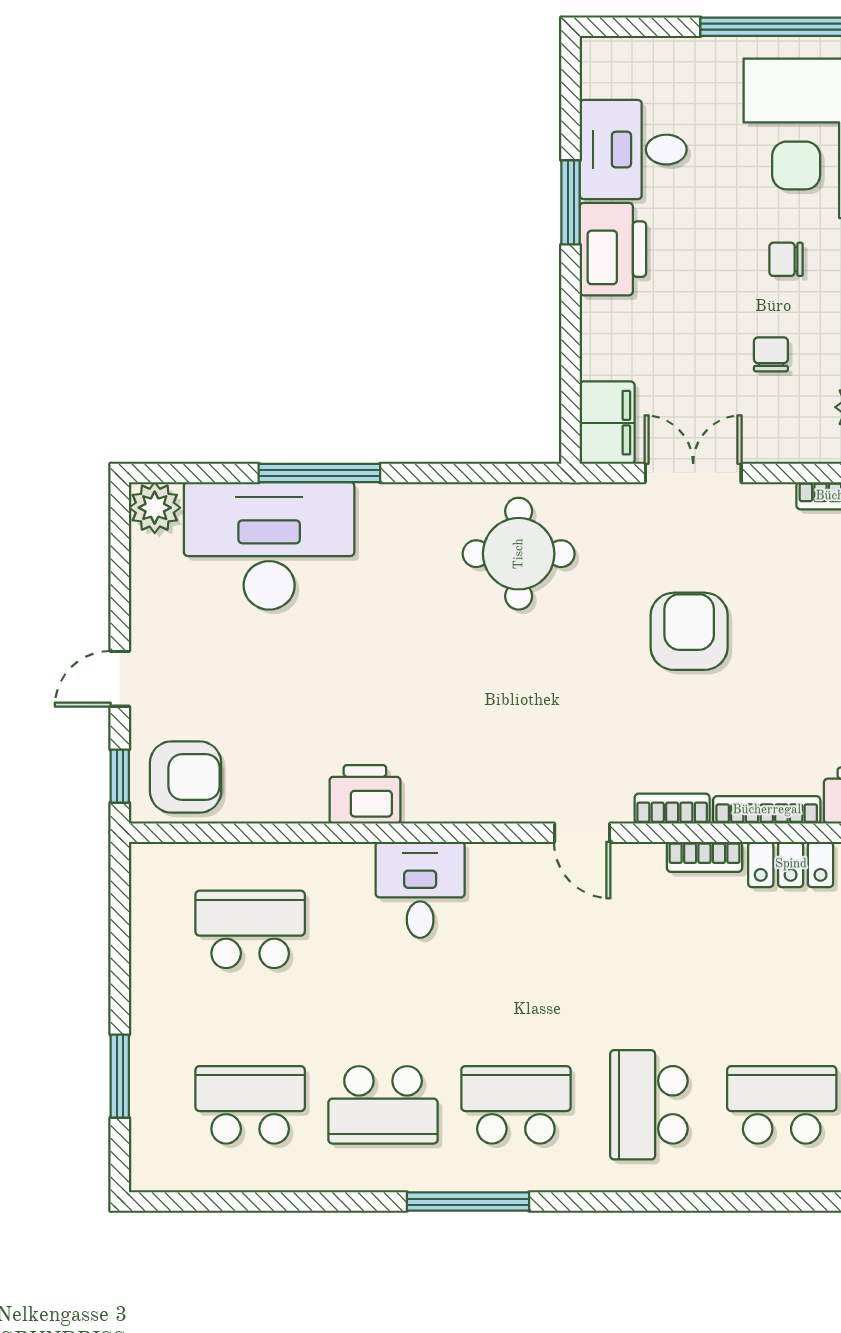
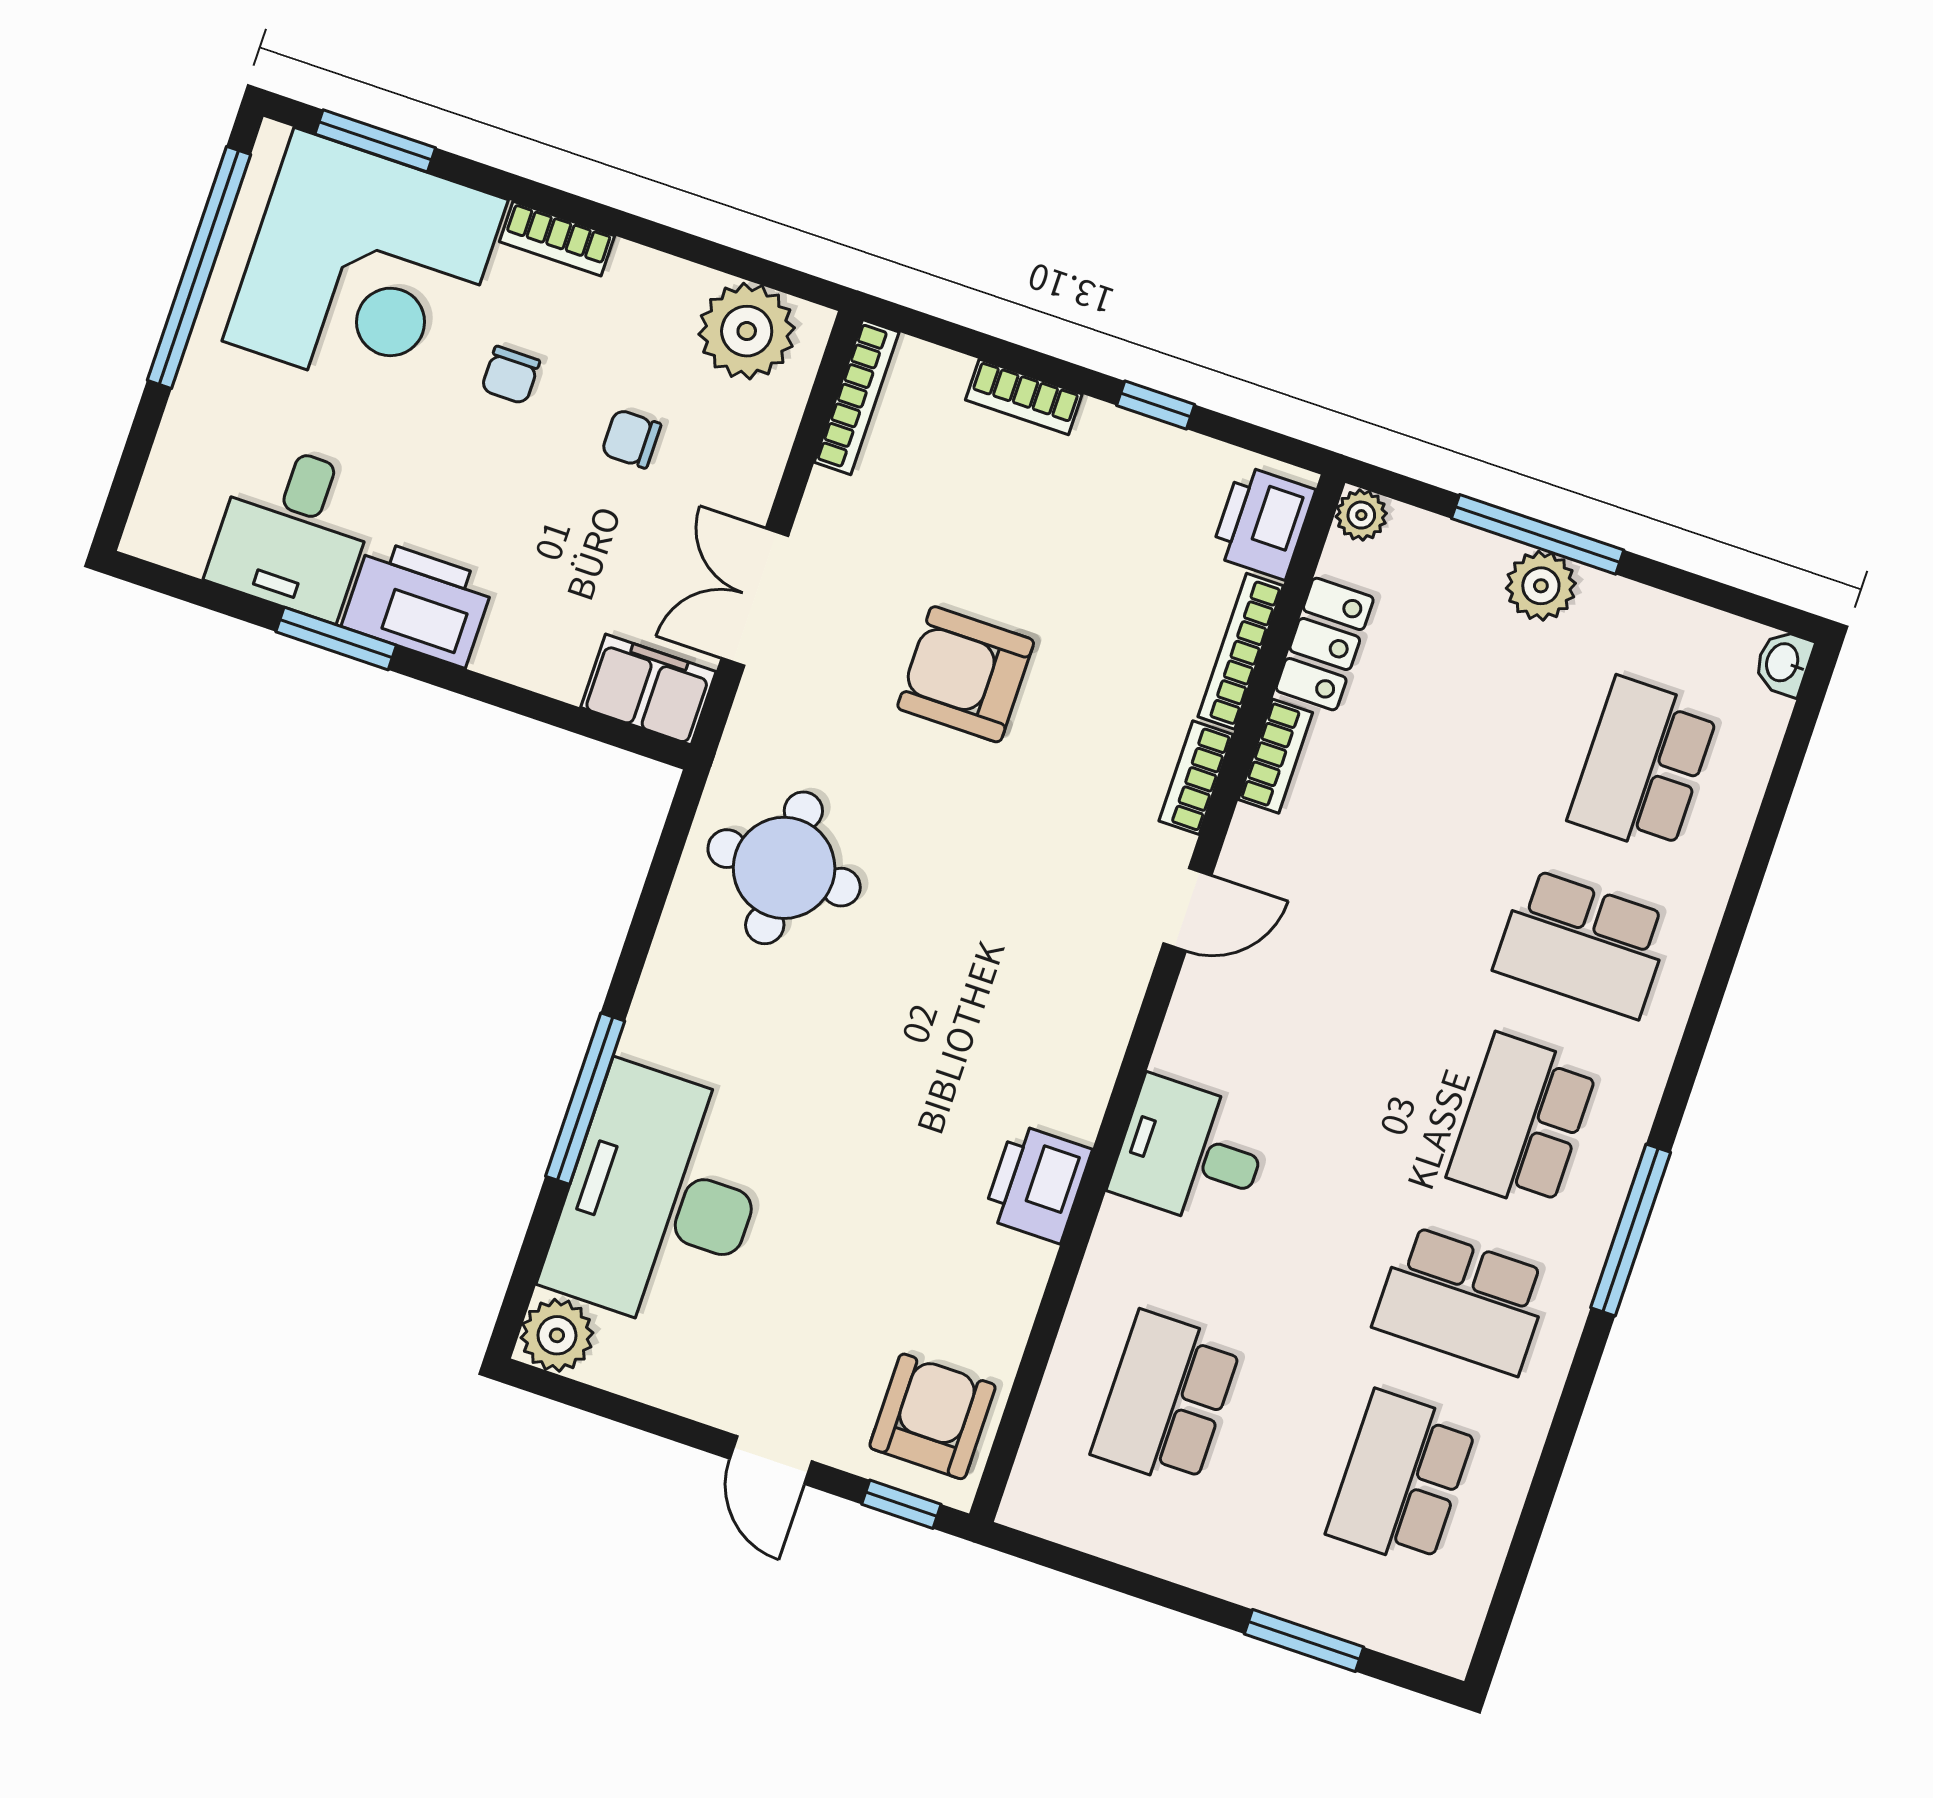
school desk: (383, 1105) -> (1462, 1300), turned 90

